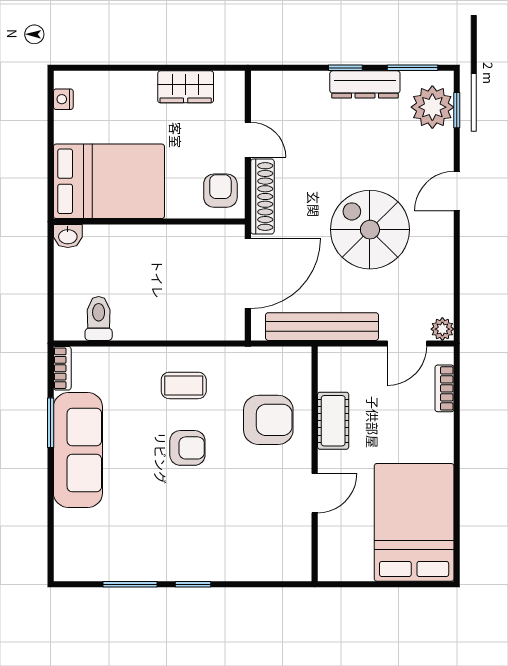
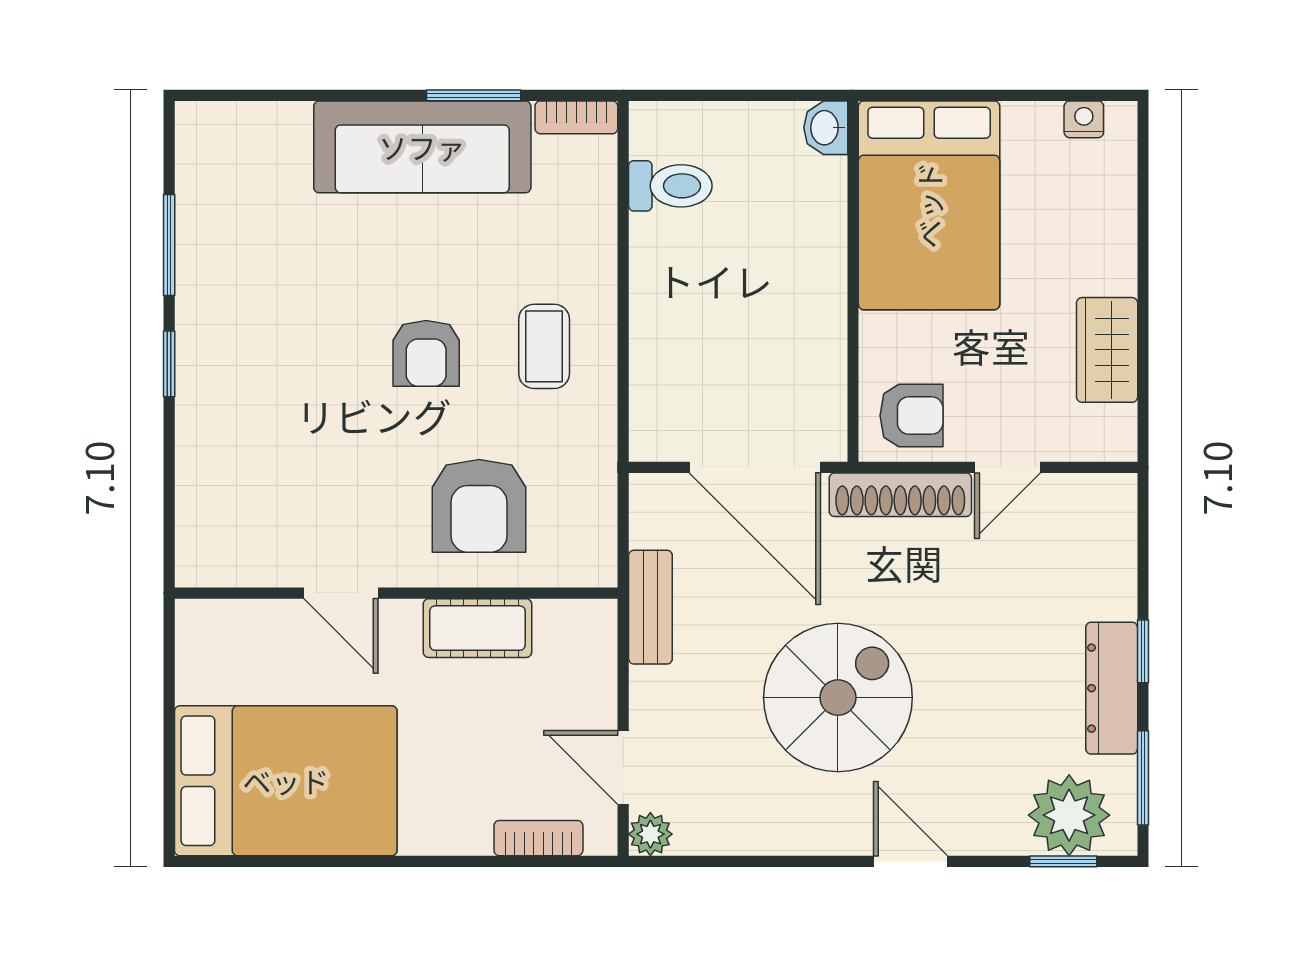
bench: (322, 327) -> (650, 607), width x0.54, depth x0.82

